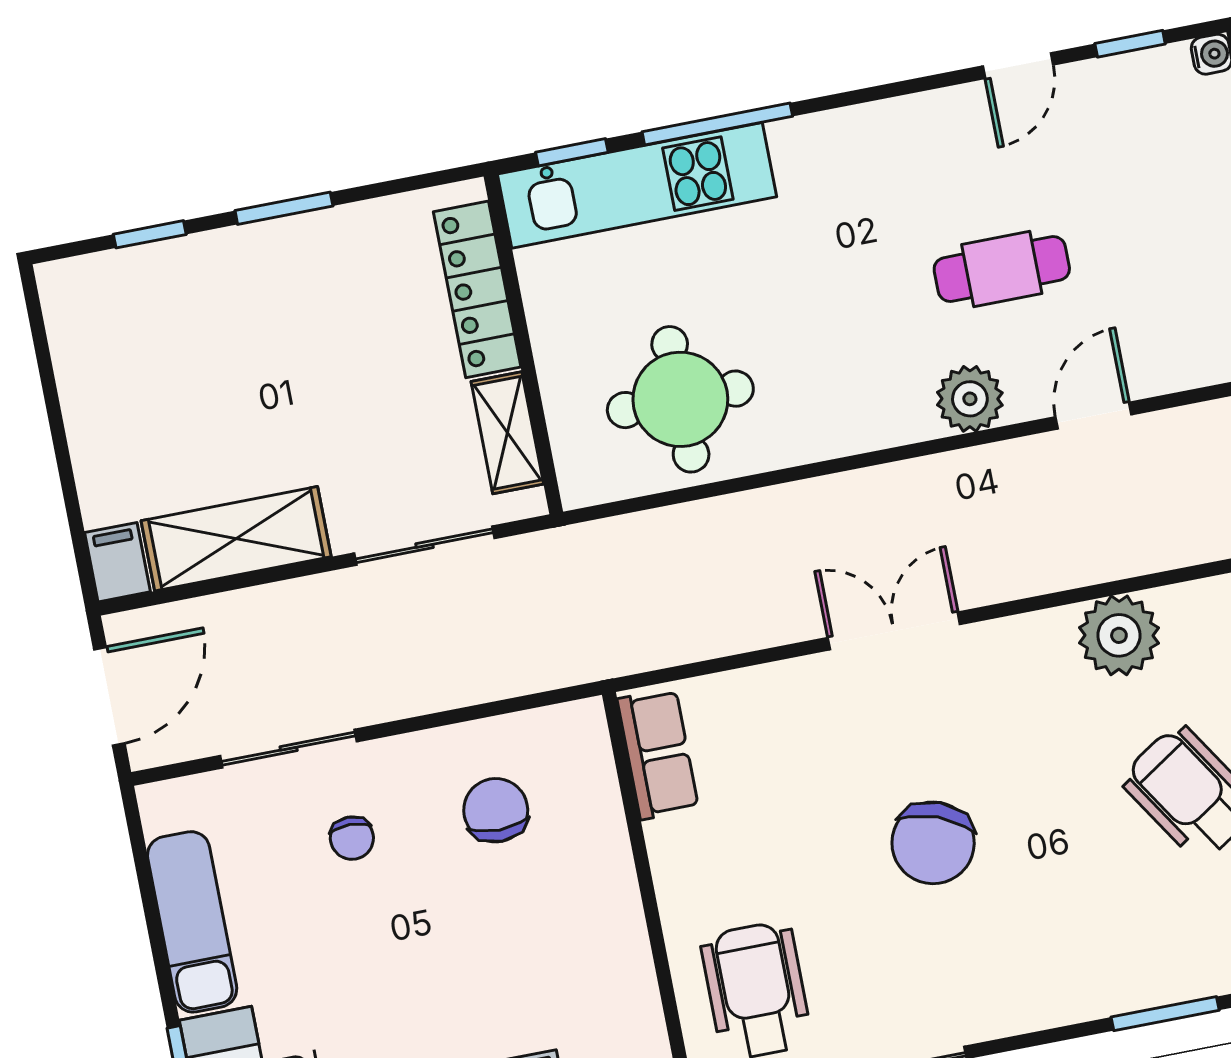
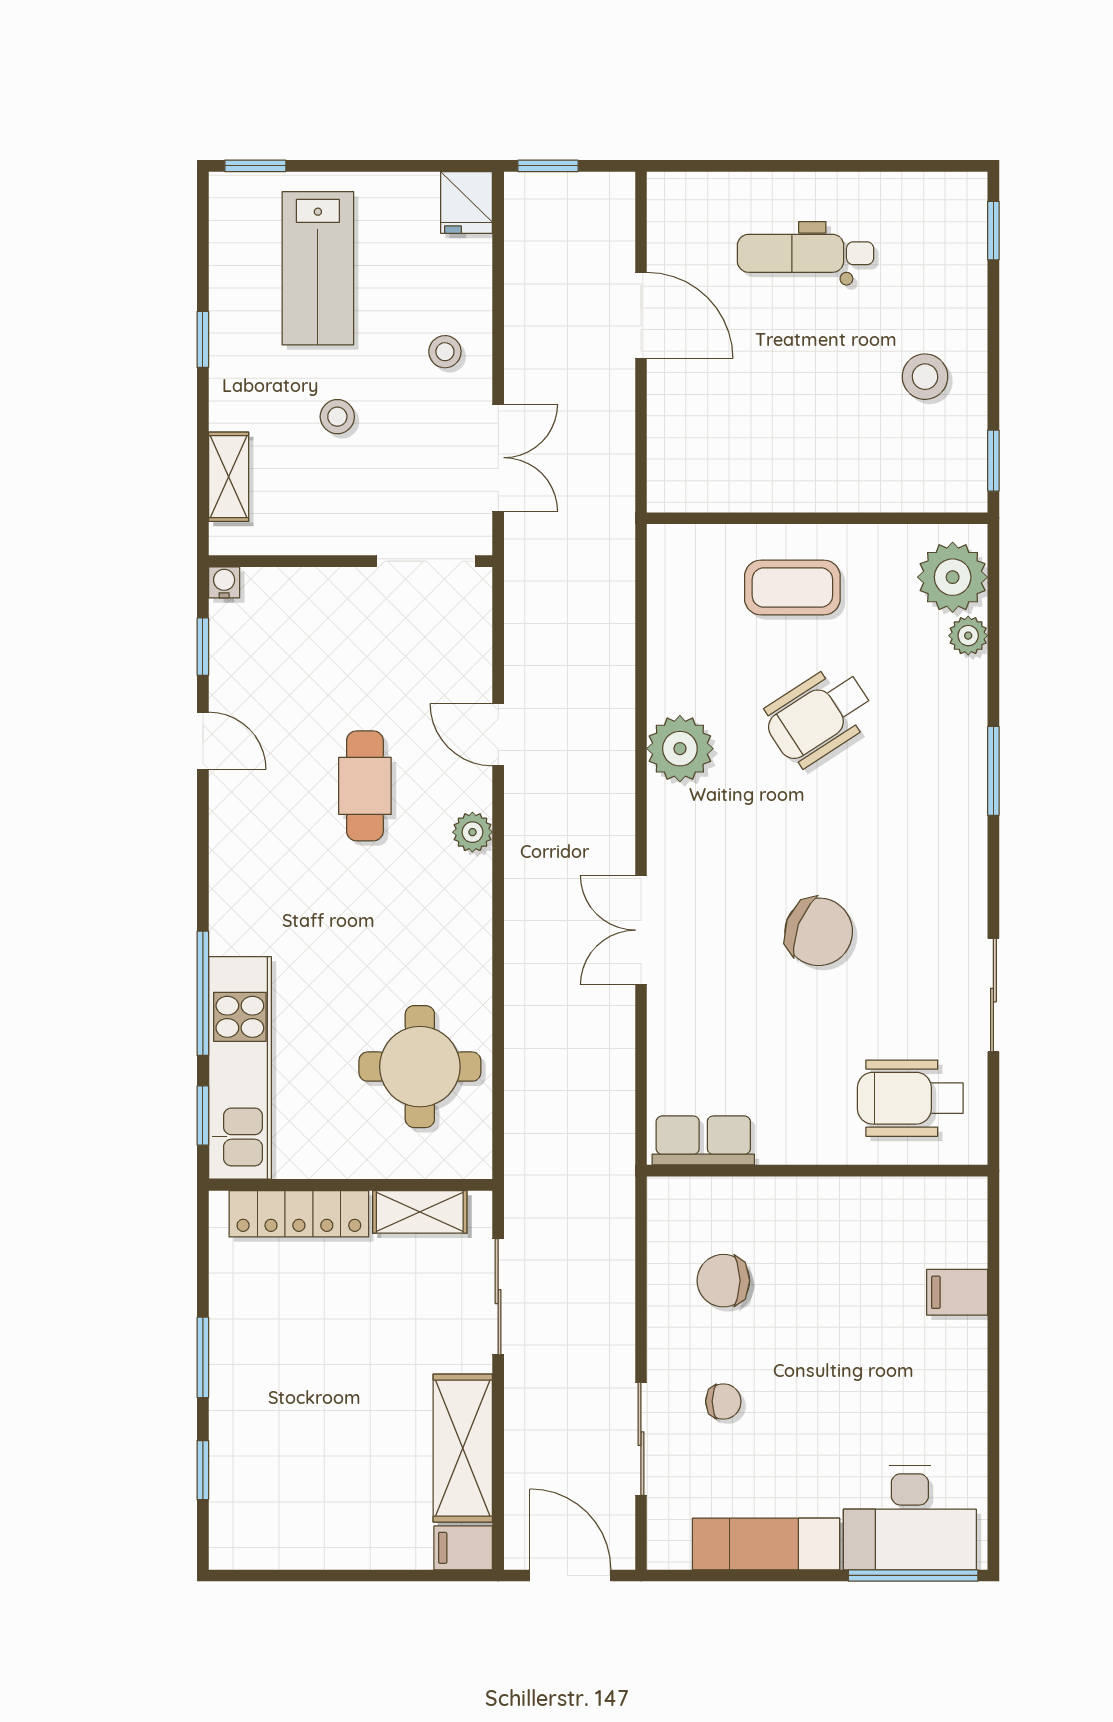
plant: (970, 399) -> (472, 832), width x0.73, depth x0.73

